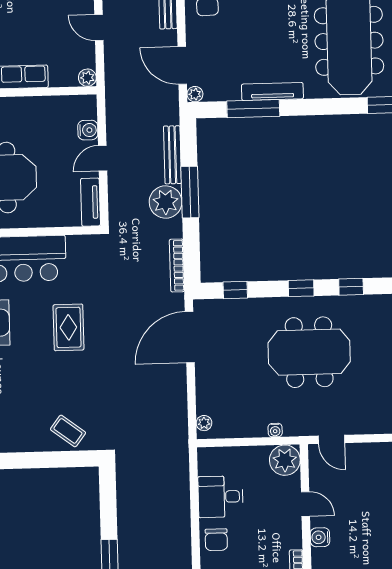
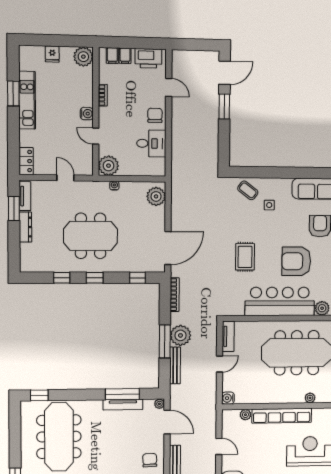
plant: (87, 78) -> (245, 415), moved
tv unit: (272, 91) -> (123, 405), moved
water cooler: (88, 130) -> (228, 398), moved
side table: (33, 409) -> (269, 205), added
plant: (204, 423) -> (156, 196), width x1.88, depth x1.88
door: (331, 439) -> (65, 178), moved

